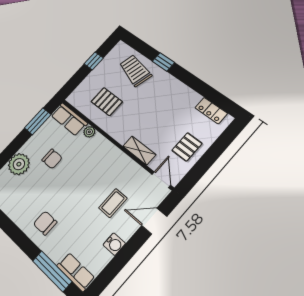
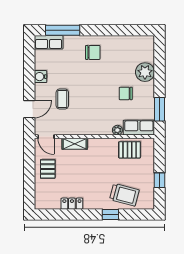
pallet: (107, 102) -> (130, 150), moved
locker: (211, 111) -> (72, 204), moved

